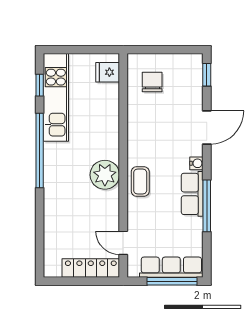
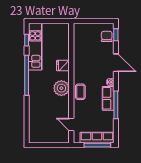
fridge: (108, 72) -> (63, 66), moved
chair: (152, 82) -> (107, 36), moved
door: (207, 127) -> (116, 63), hinge flipped
locker: (91, 268) -> (54, 138), removed

